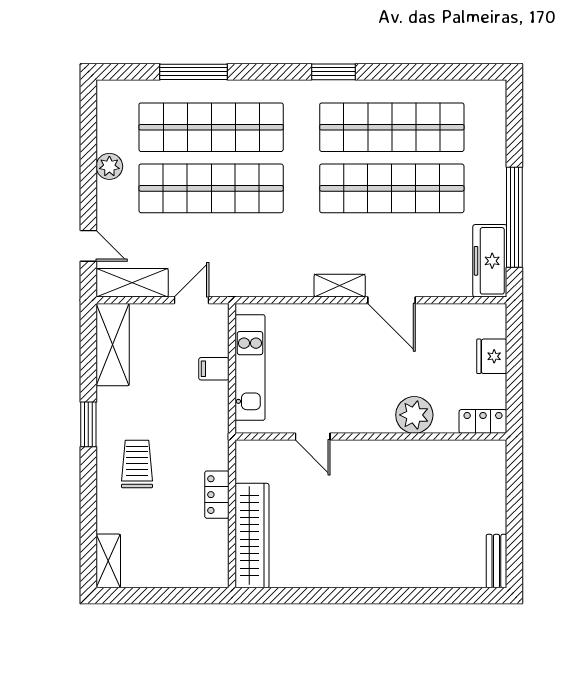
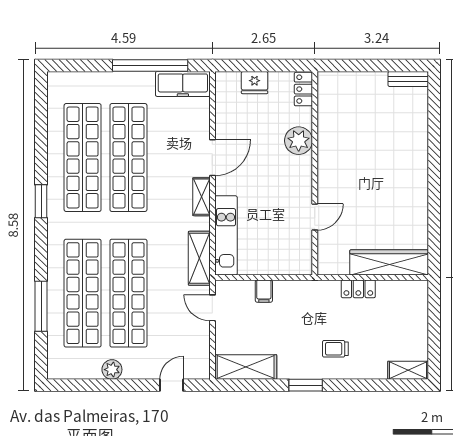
shelving: (132, 283) -> (199, 258), moved
kitchen unit: (250, 367) -> (226, 235), moved, turned 90
trolley: (137, 464) -> (335, 349), width x0.73, depth x0.72

